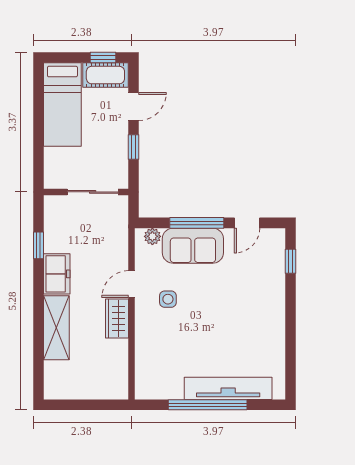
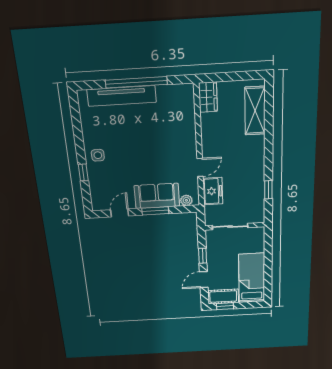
window: (197, 223) -> (155, 211), width x0.69
window: (291, 261) -> (83, 173), moved
freezer: (57, 274) -> (213, 191), moved, turned 180
side table: (168, 299) -> (98, 155), moved
wardrobe: (117, 318) -> (208, 97), moved
shelving: (56, 328) -> (255, 111), moved

